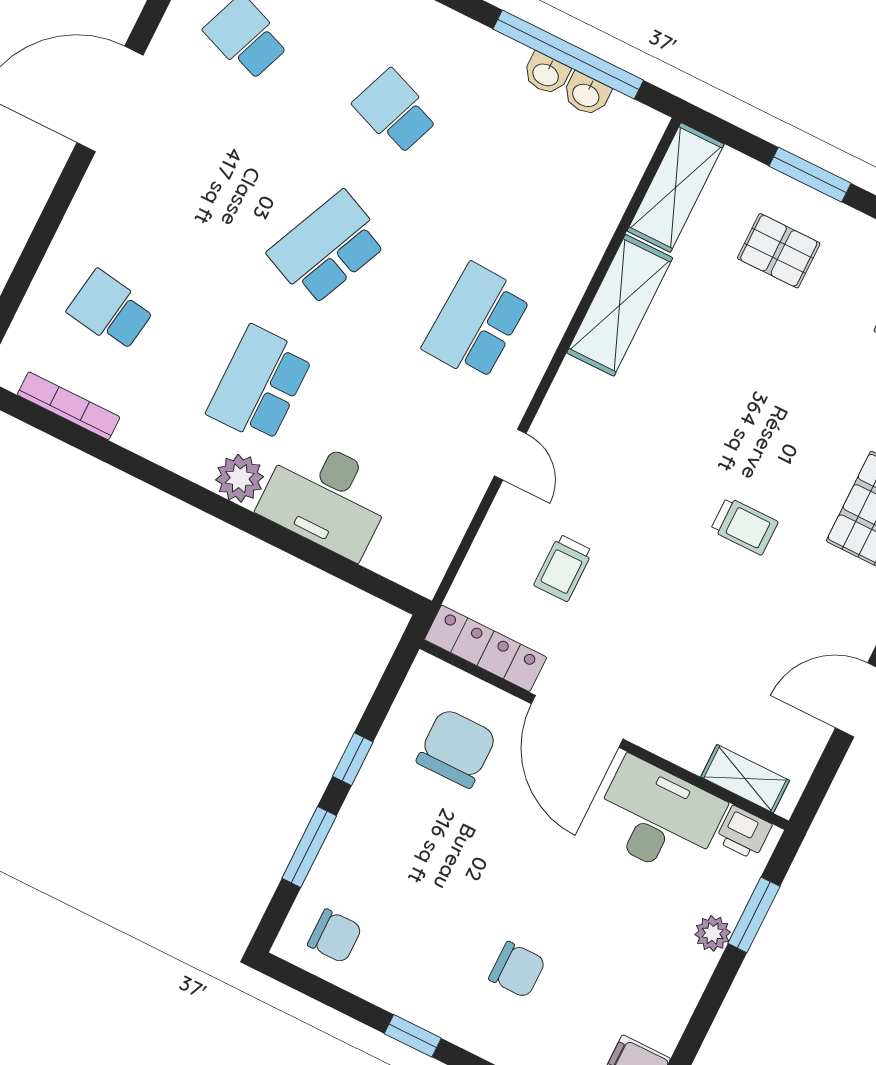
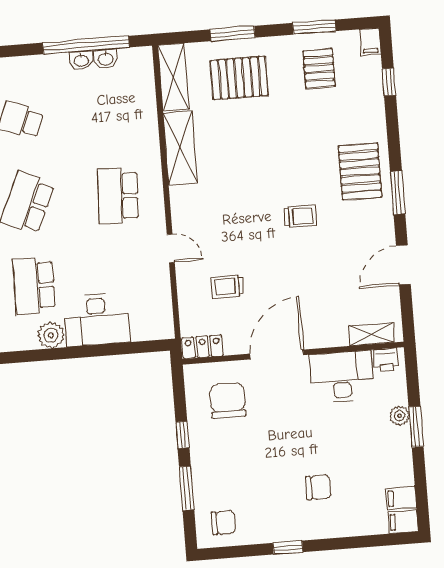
pallet: (779, 251) -> (239, 78), width x1.50, depth x1.42
trolley: (563, 568) -> (227, 287), turned 90
locker: (486, 648) -> (202, 347), width x0.66
door: (577, 721) -> (277, 354), swing flipped
window: (754, 915) -> (416, 427), moved

